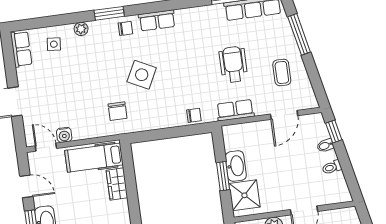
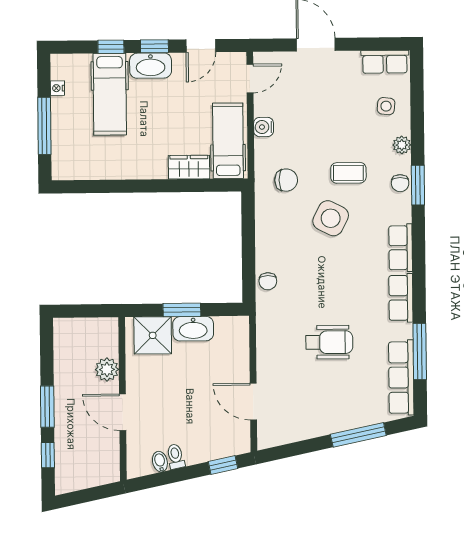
chair: (125, 28) -> (400, 183), moved
coffee table: (282, 72) -> (348, 173), moved
row of seats: (235, 110) -> (401, 298), moved, turned 180
chair: (118, 111) -> (286, 180), turned 180
water cooler: (64, 135) -> (264, 127), moved
bidet: (325, 146) -> (160, 462), moved

